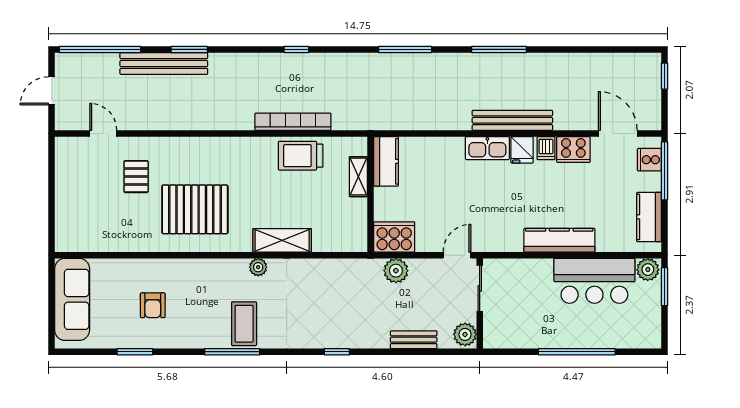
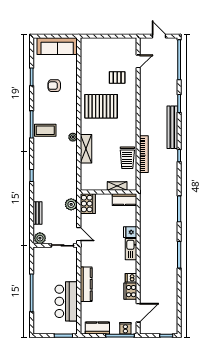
bench: (164, 64) -> (172, 127), moved
bench: (512, 120) -> (145, 261), removed
fridge: (522, 150) -> (130, 232), moved
trolley: (301, 156) -> (127, 158), turned 180
pallet: (195, 209) -> (101, 106), turned 90
plant: (648, 270) -> (72, 327), removed

